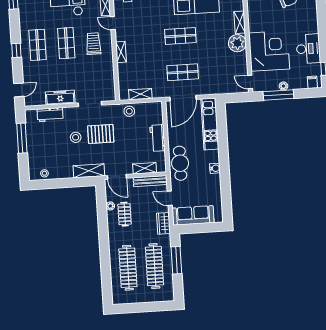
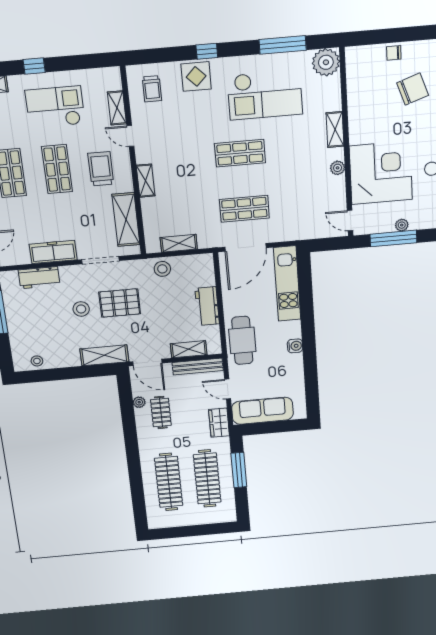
plant: (237, 43) -> (338, 168), width x0.53, depth x0.53
shelving: (107, 77) -> (126, 220), added

